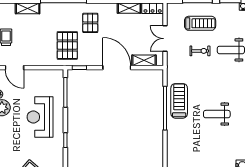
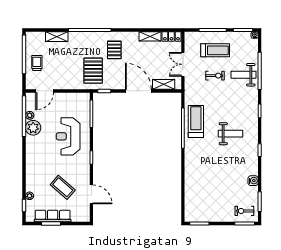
door: (15, 68) -> (45, 91), hinge flipped
weight bench: (217, 114) -> (230, 134), turned 180

